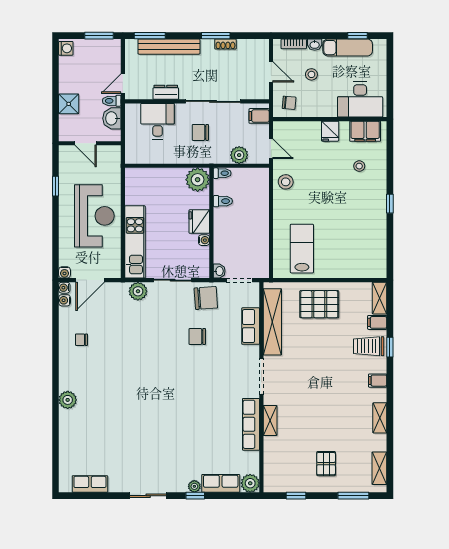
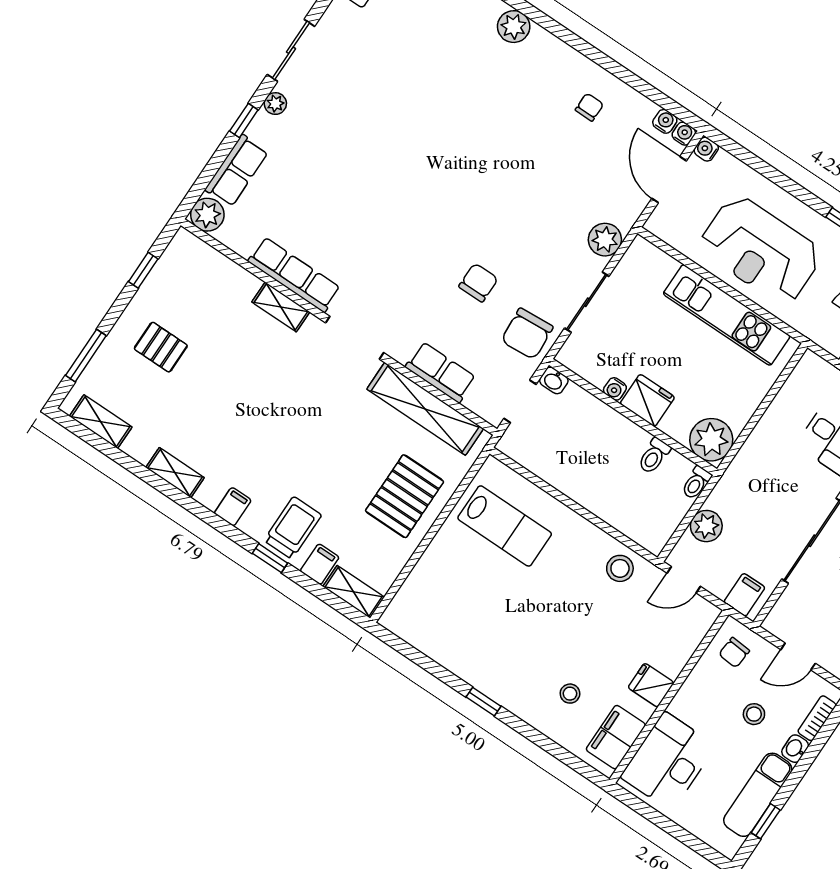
chair: (200, 132) -> (779, 491), removed
kitchen unit: (135, 242) -> (727, 315), moved
plant: (194, 486) -> (275, 104), moved

